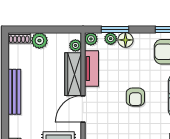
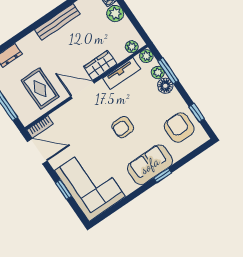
wardrobe: (73, 74) -> (100, 65), width x0.67

